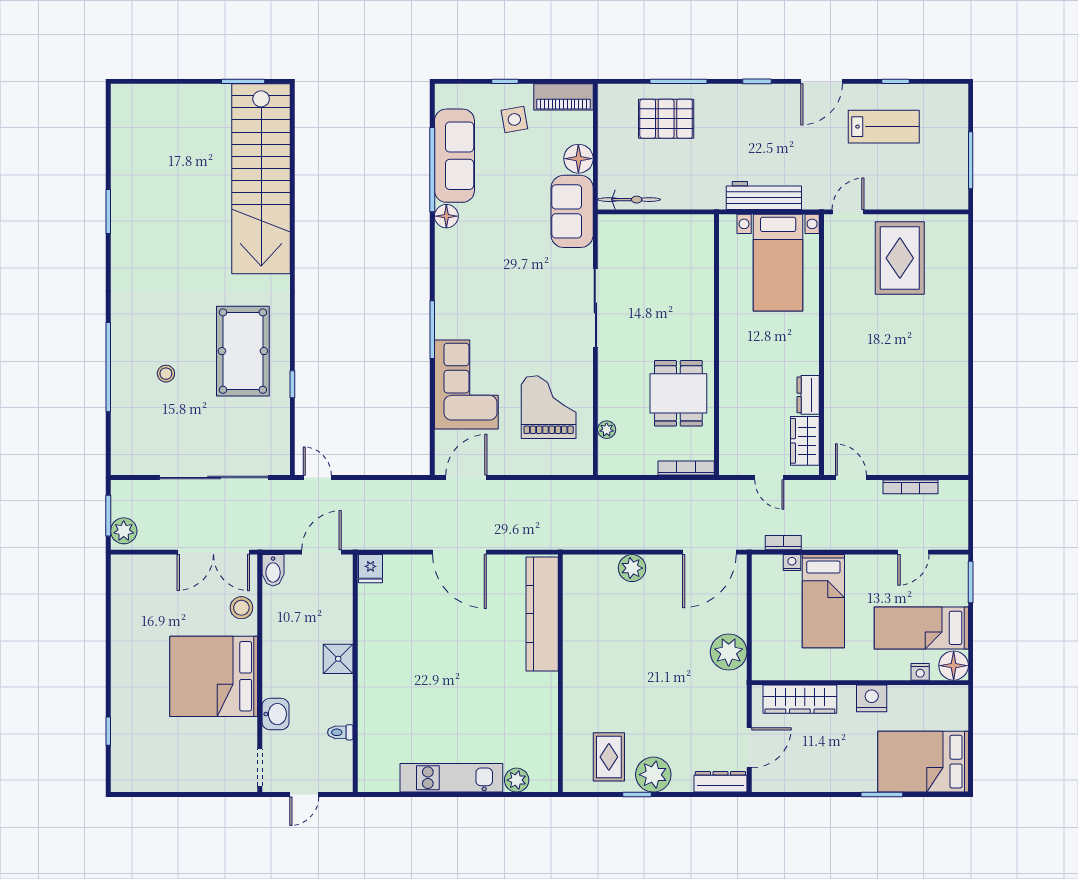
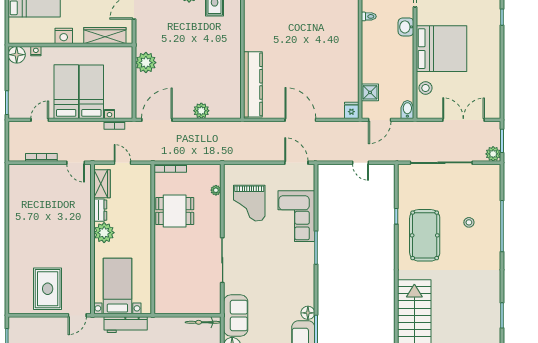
plant: (801, 356) -> (104, 233), added
dining table: (678, 393) -> (175, 211), turned 90
door: (317, 478) -> (360, 163), moved
door: (466, 478) -> (296, 163), swing flipped
plant: (124, 531) -> (493, 154), moved
double door: (213, 552) -> (463, 120), moved
bed: (921, 628) -> (66, 92), moved, turned -90
shower: (338, 659) -> (370, 92), moved

